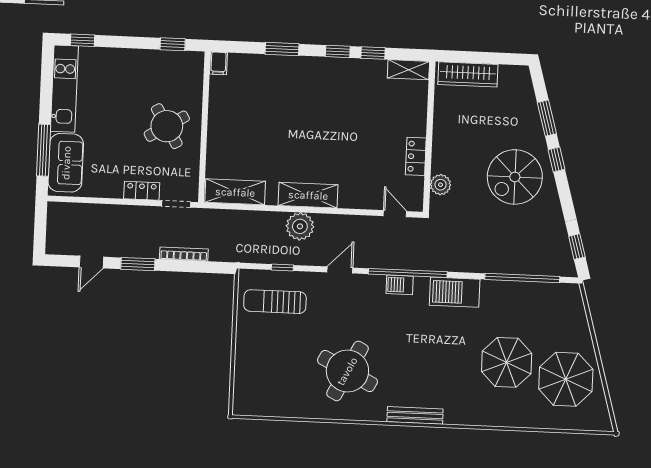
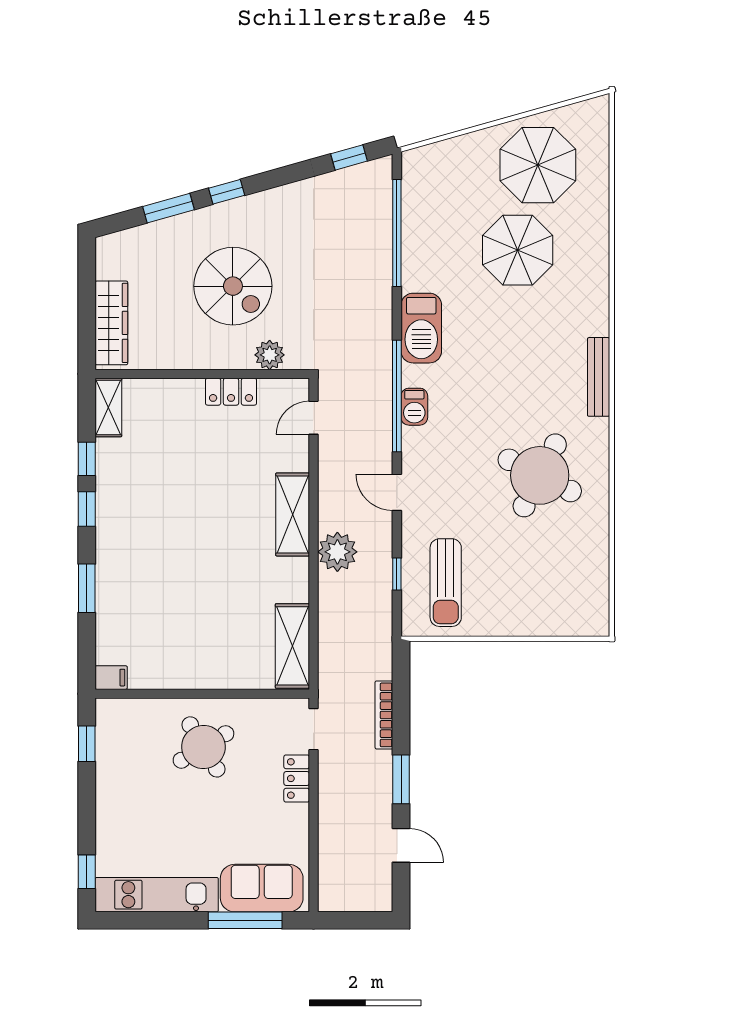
spiral stairs: (515, 177) -> (233, 286), moved
shelving: (308, 195) -> (293, 514), moved

